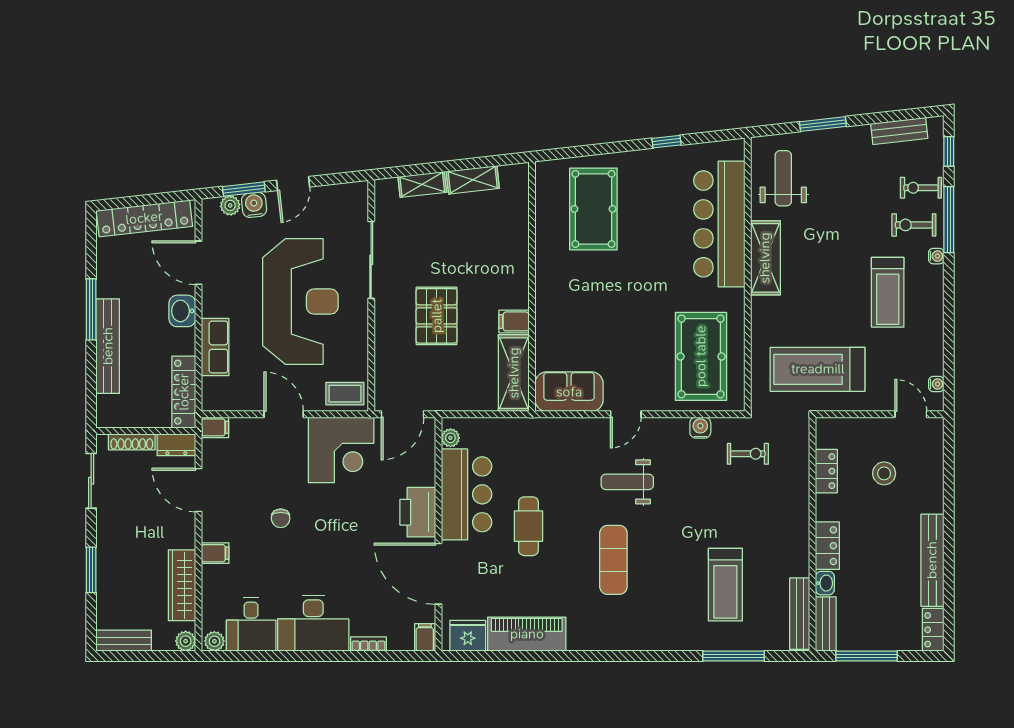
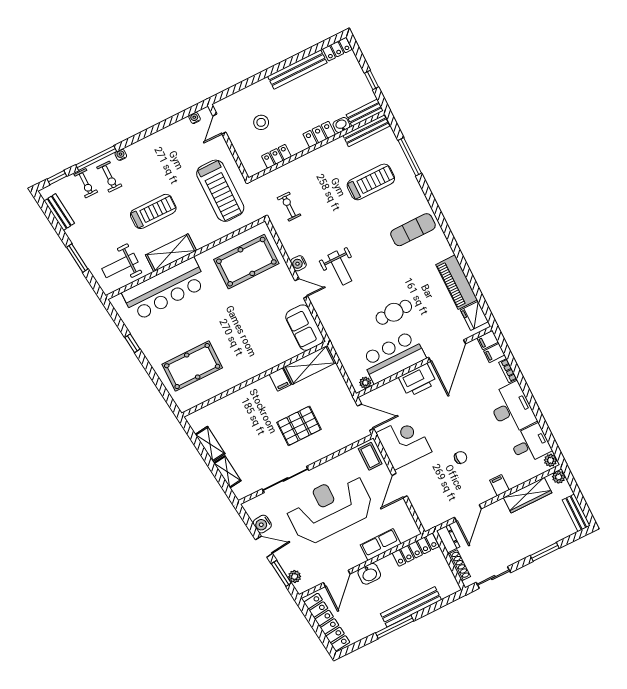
water cooler: (254, 205) -> (262, 524), moved
treadmill: (888, 292) -> (153, 211), moved
filing cabinet: (215, 427) -> (494, 353), moved, turned -90
water cooler: (700, 428) -> (298, 263), moved
exercise mat: (613, 560) -> (413, 230), moved
window: (867, 656) -> (371, 80), width x0.46

